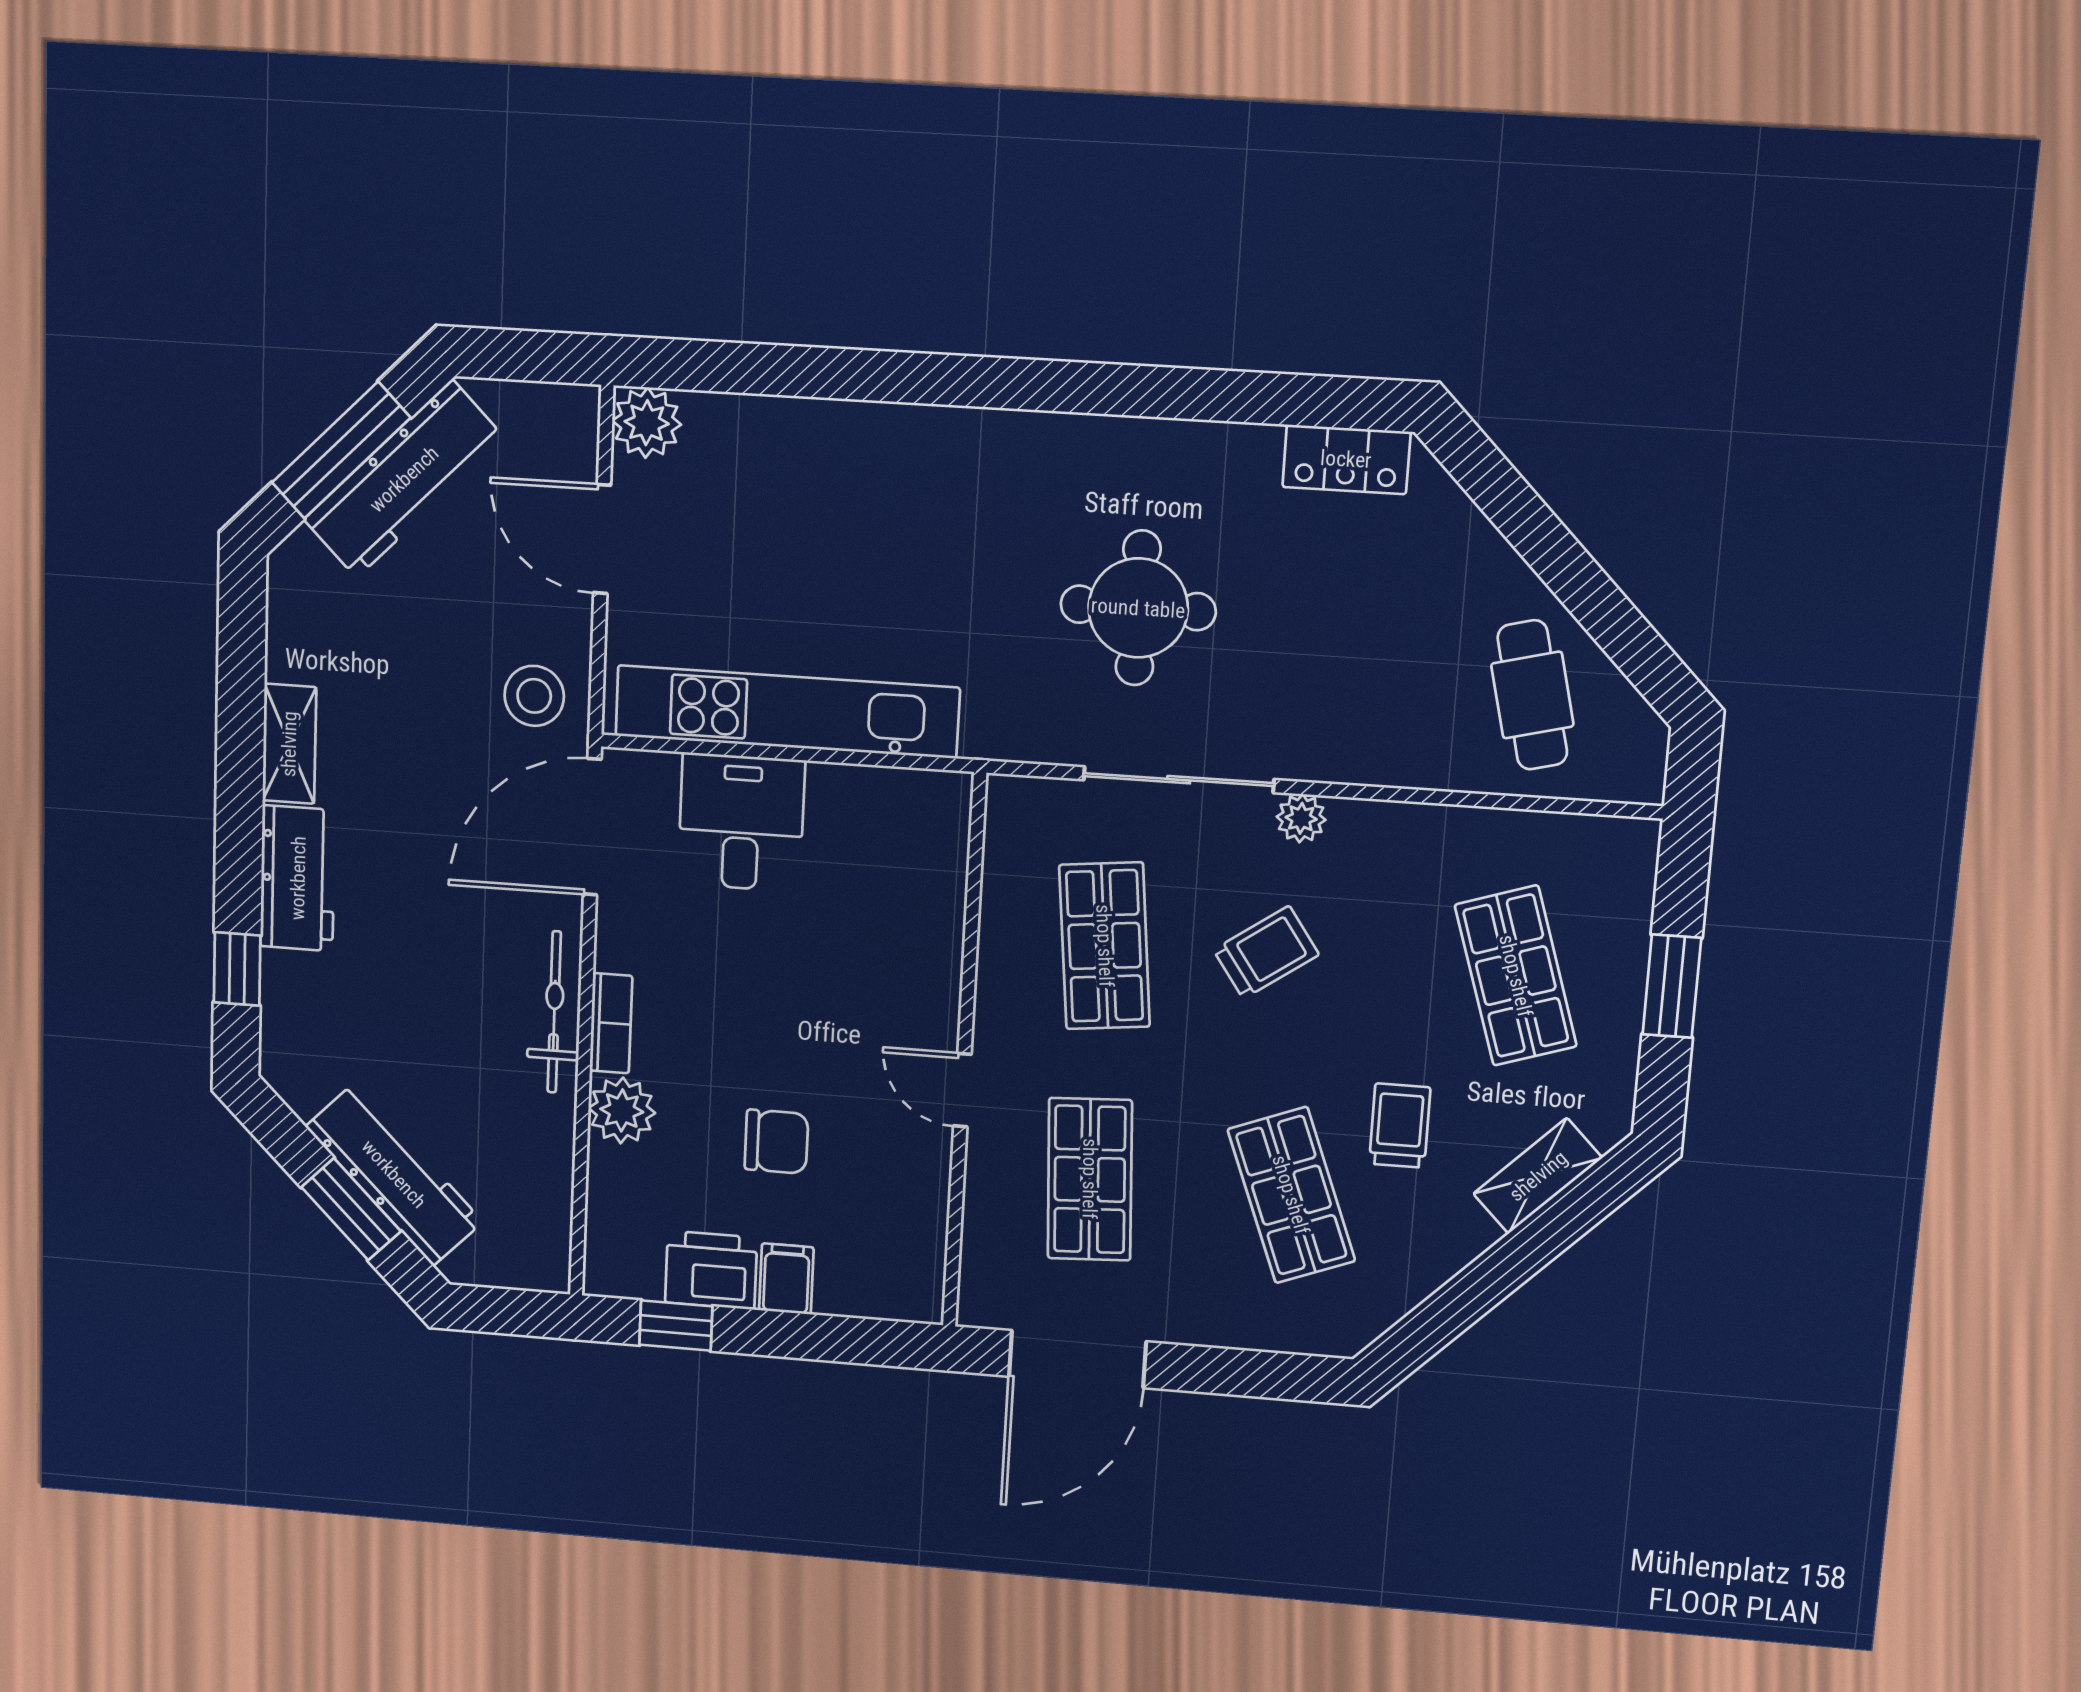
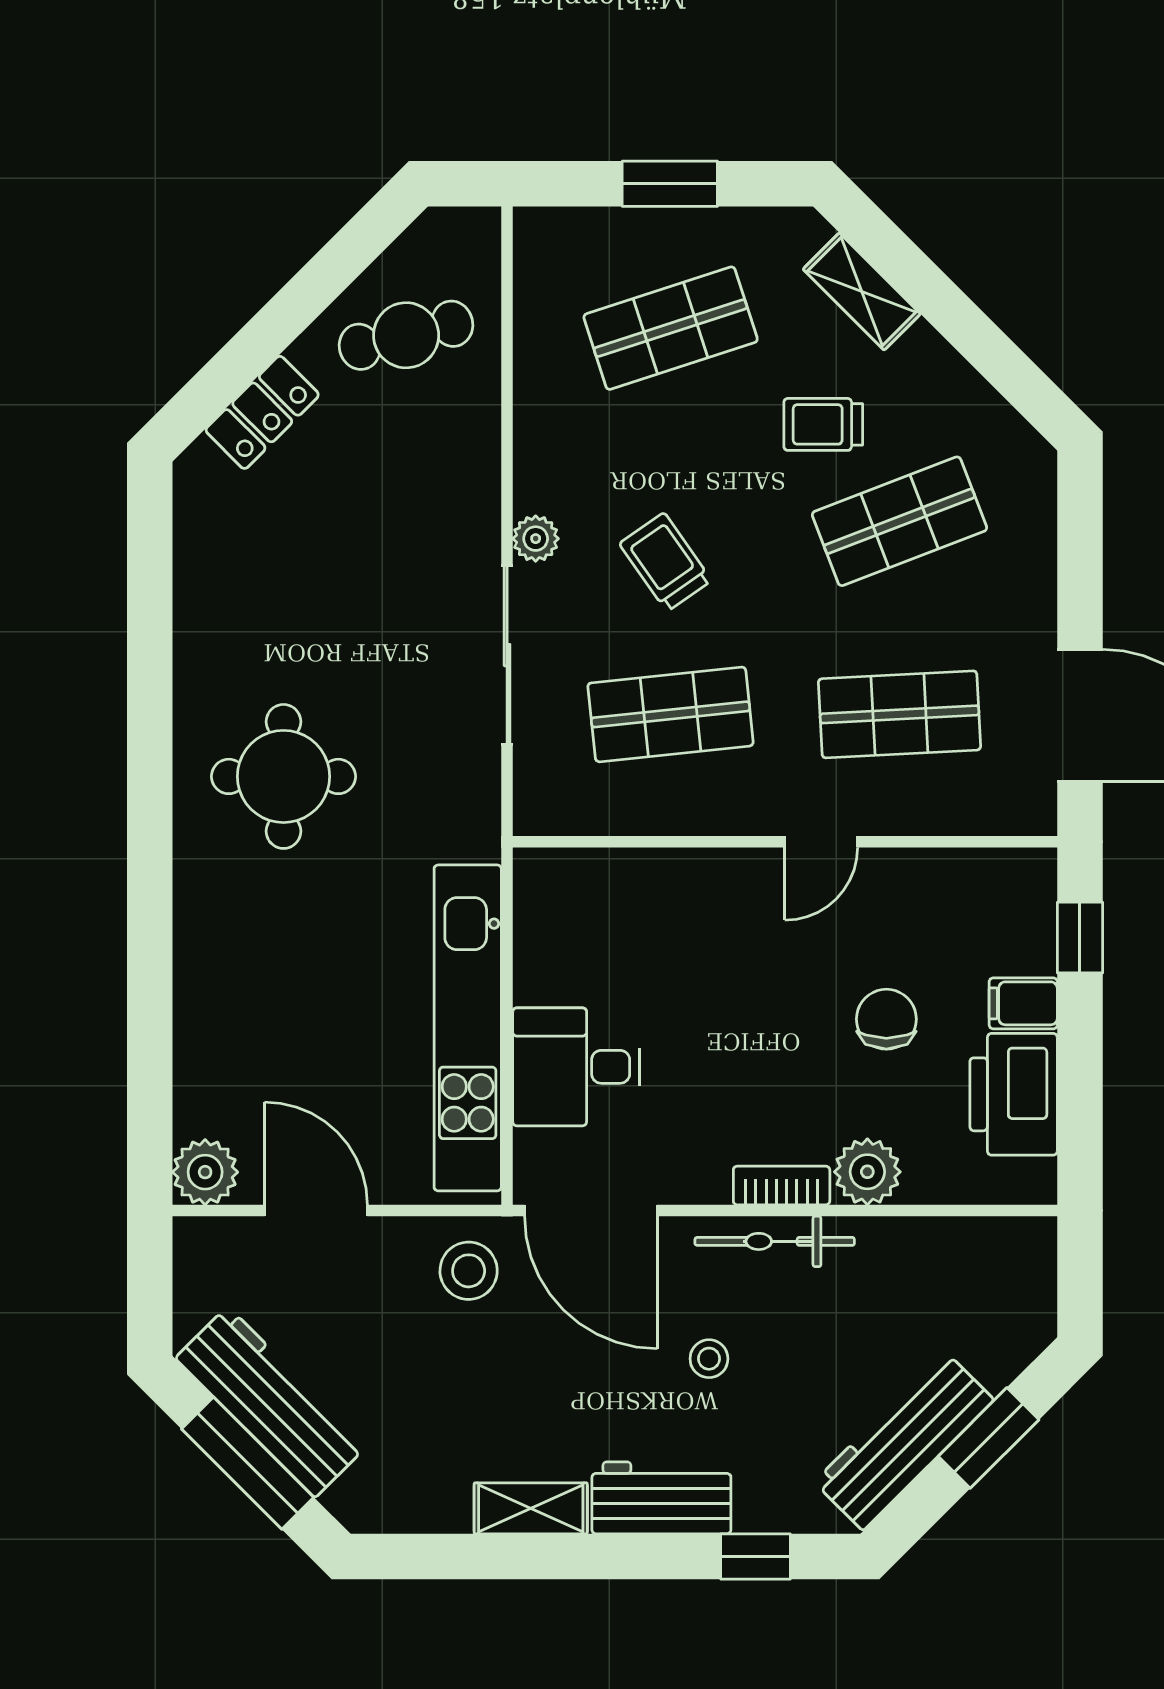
locker: (1346, 459) -> (262, 412), moved, turned 45
door: (602, 539) -> (316, 1210), swing flipped
round table: (1138, 608) -> (283, 776), moved
stool: (437, 937) -> (709, 1359), added
workbench: (394, 1174) -> (904, 1441), moved
printer: (711, 1270) -> (1014, 1094), width x1.37, depth x1.19
window: (676, 1326) -> (1080, 938), moved

